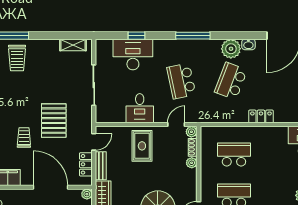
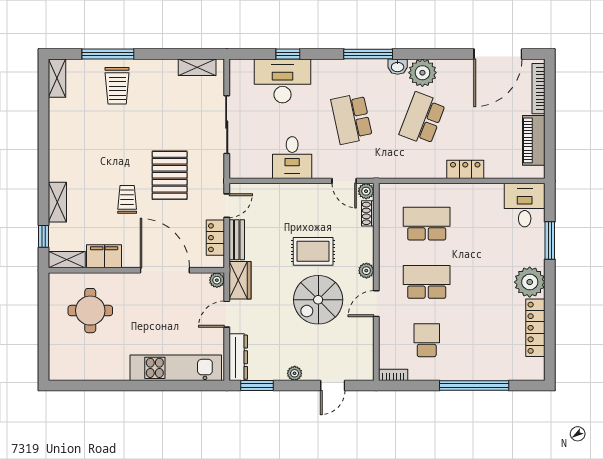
washbasin: (248, 44) -> (398, 67), moved
door: (176, 125) -> (344, 181), swing flipped
rug: (142, 146) -> (313, 251), moved, turned 90
plant: (192, 163) -> (366, 271), moved

